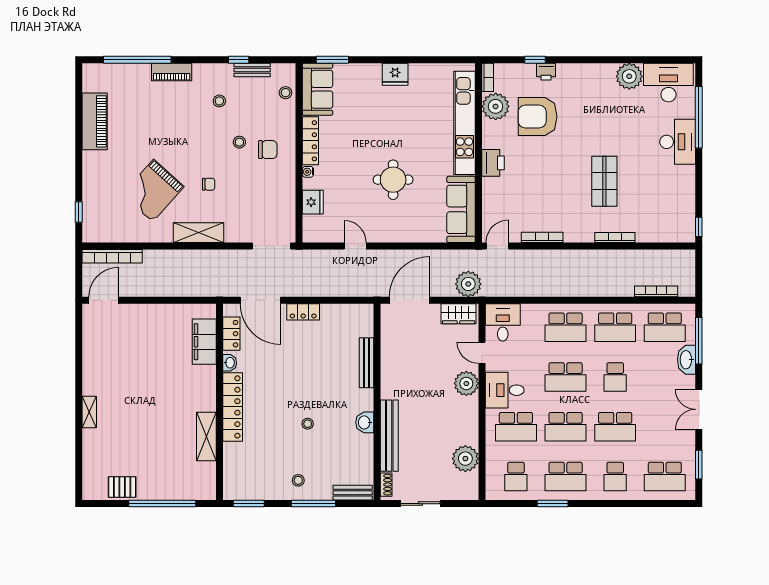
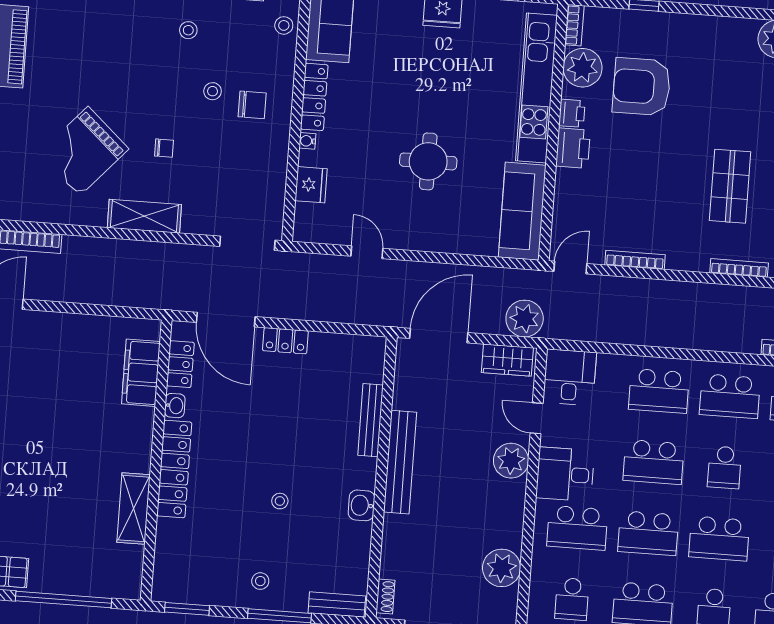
printer: (546, 72) -> (572, 113), moved, turned -90
bench: (389, 436) -> (400, 462), moved

